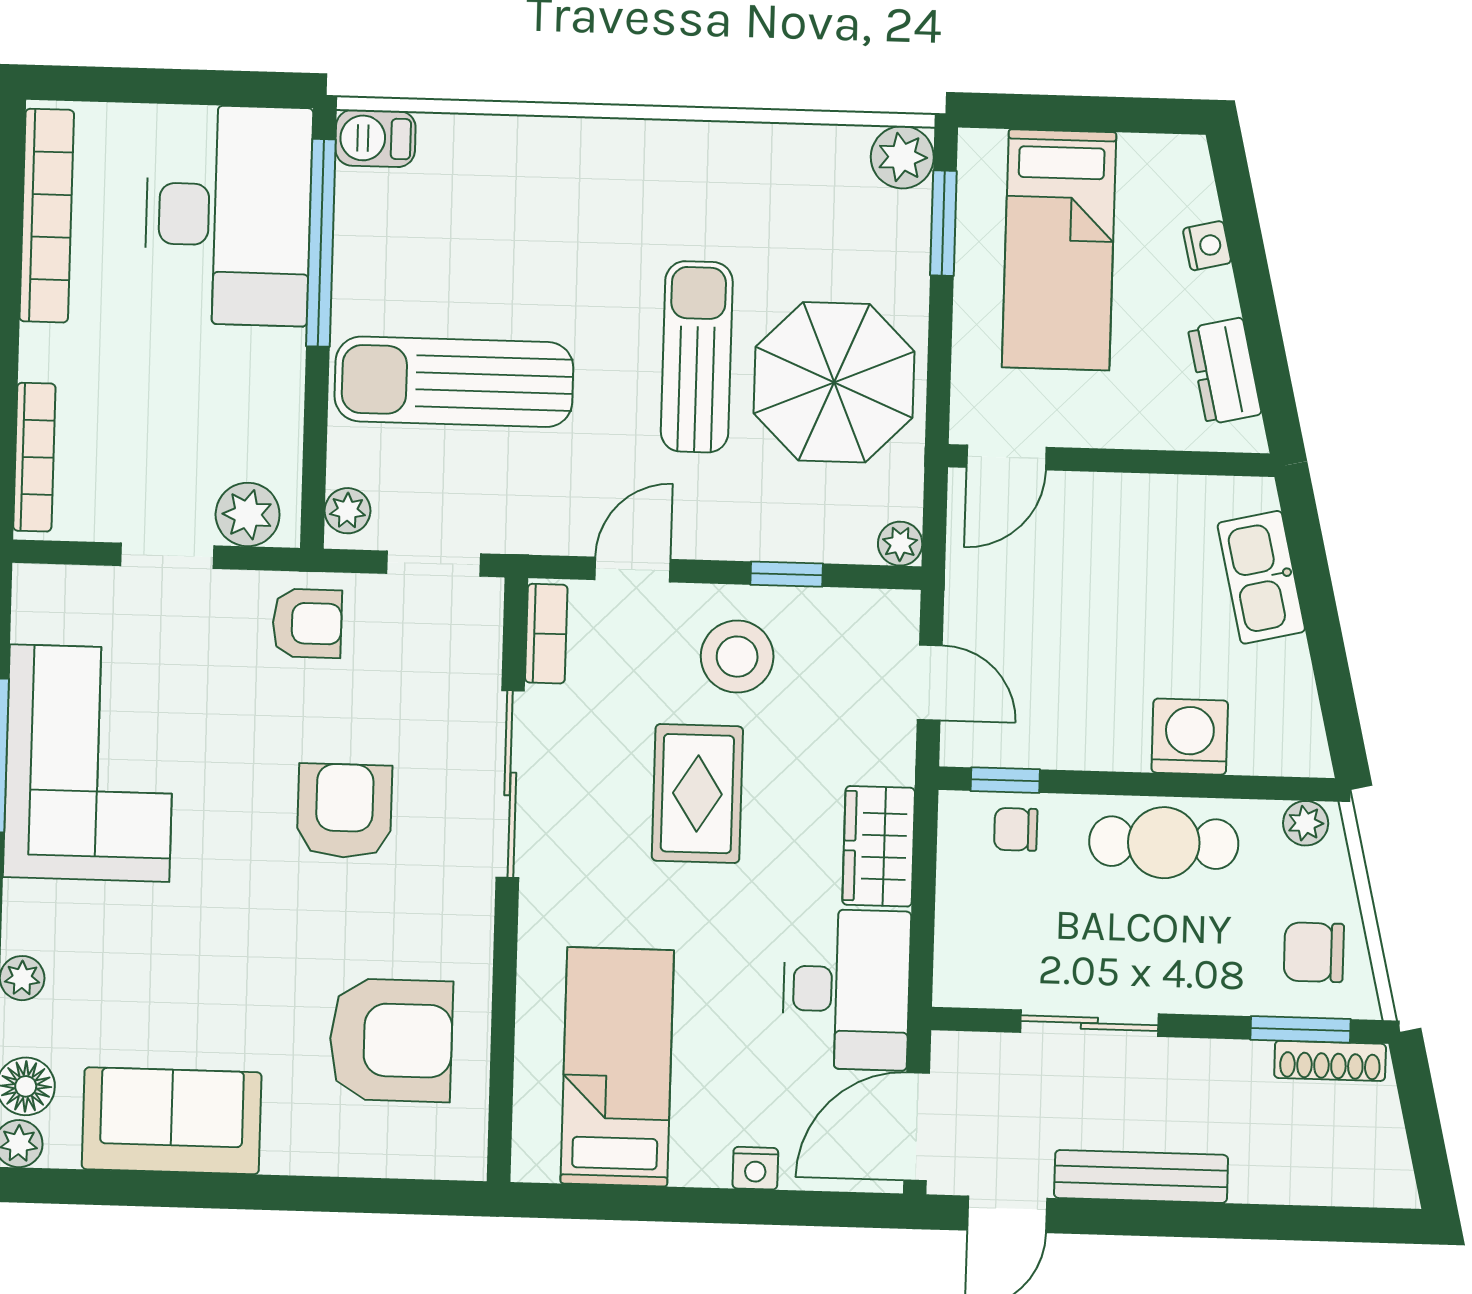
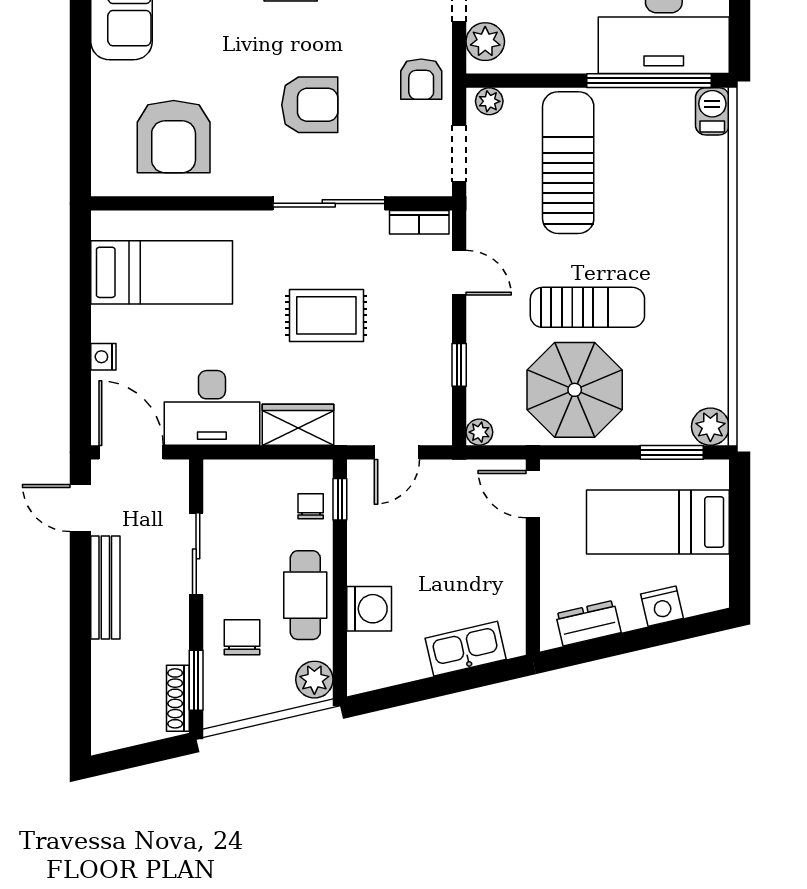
nightstand: (1207, 246) -> (662, 606), width x1.39, depth x1.35
stool: (737, 657) -> (409, 337), removed
plant: (1306, 823) -> (314, 680), width x1.38, depth x1.38
chair: (1314, 952) -> (242, 637), moved

